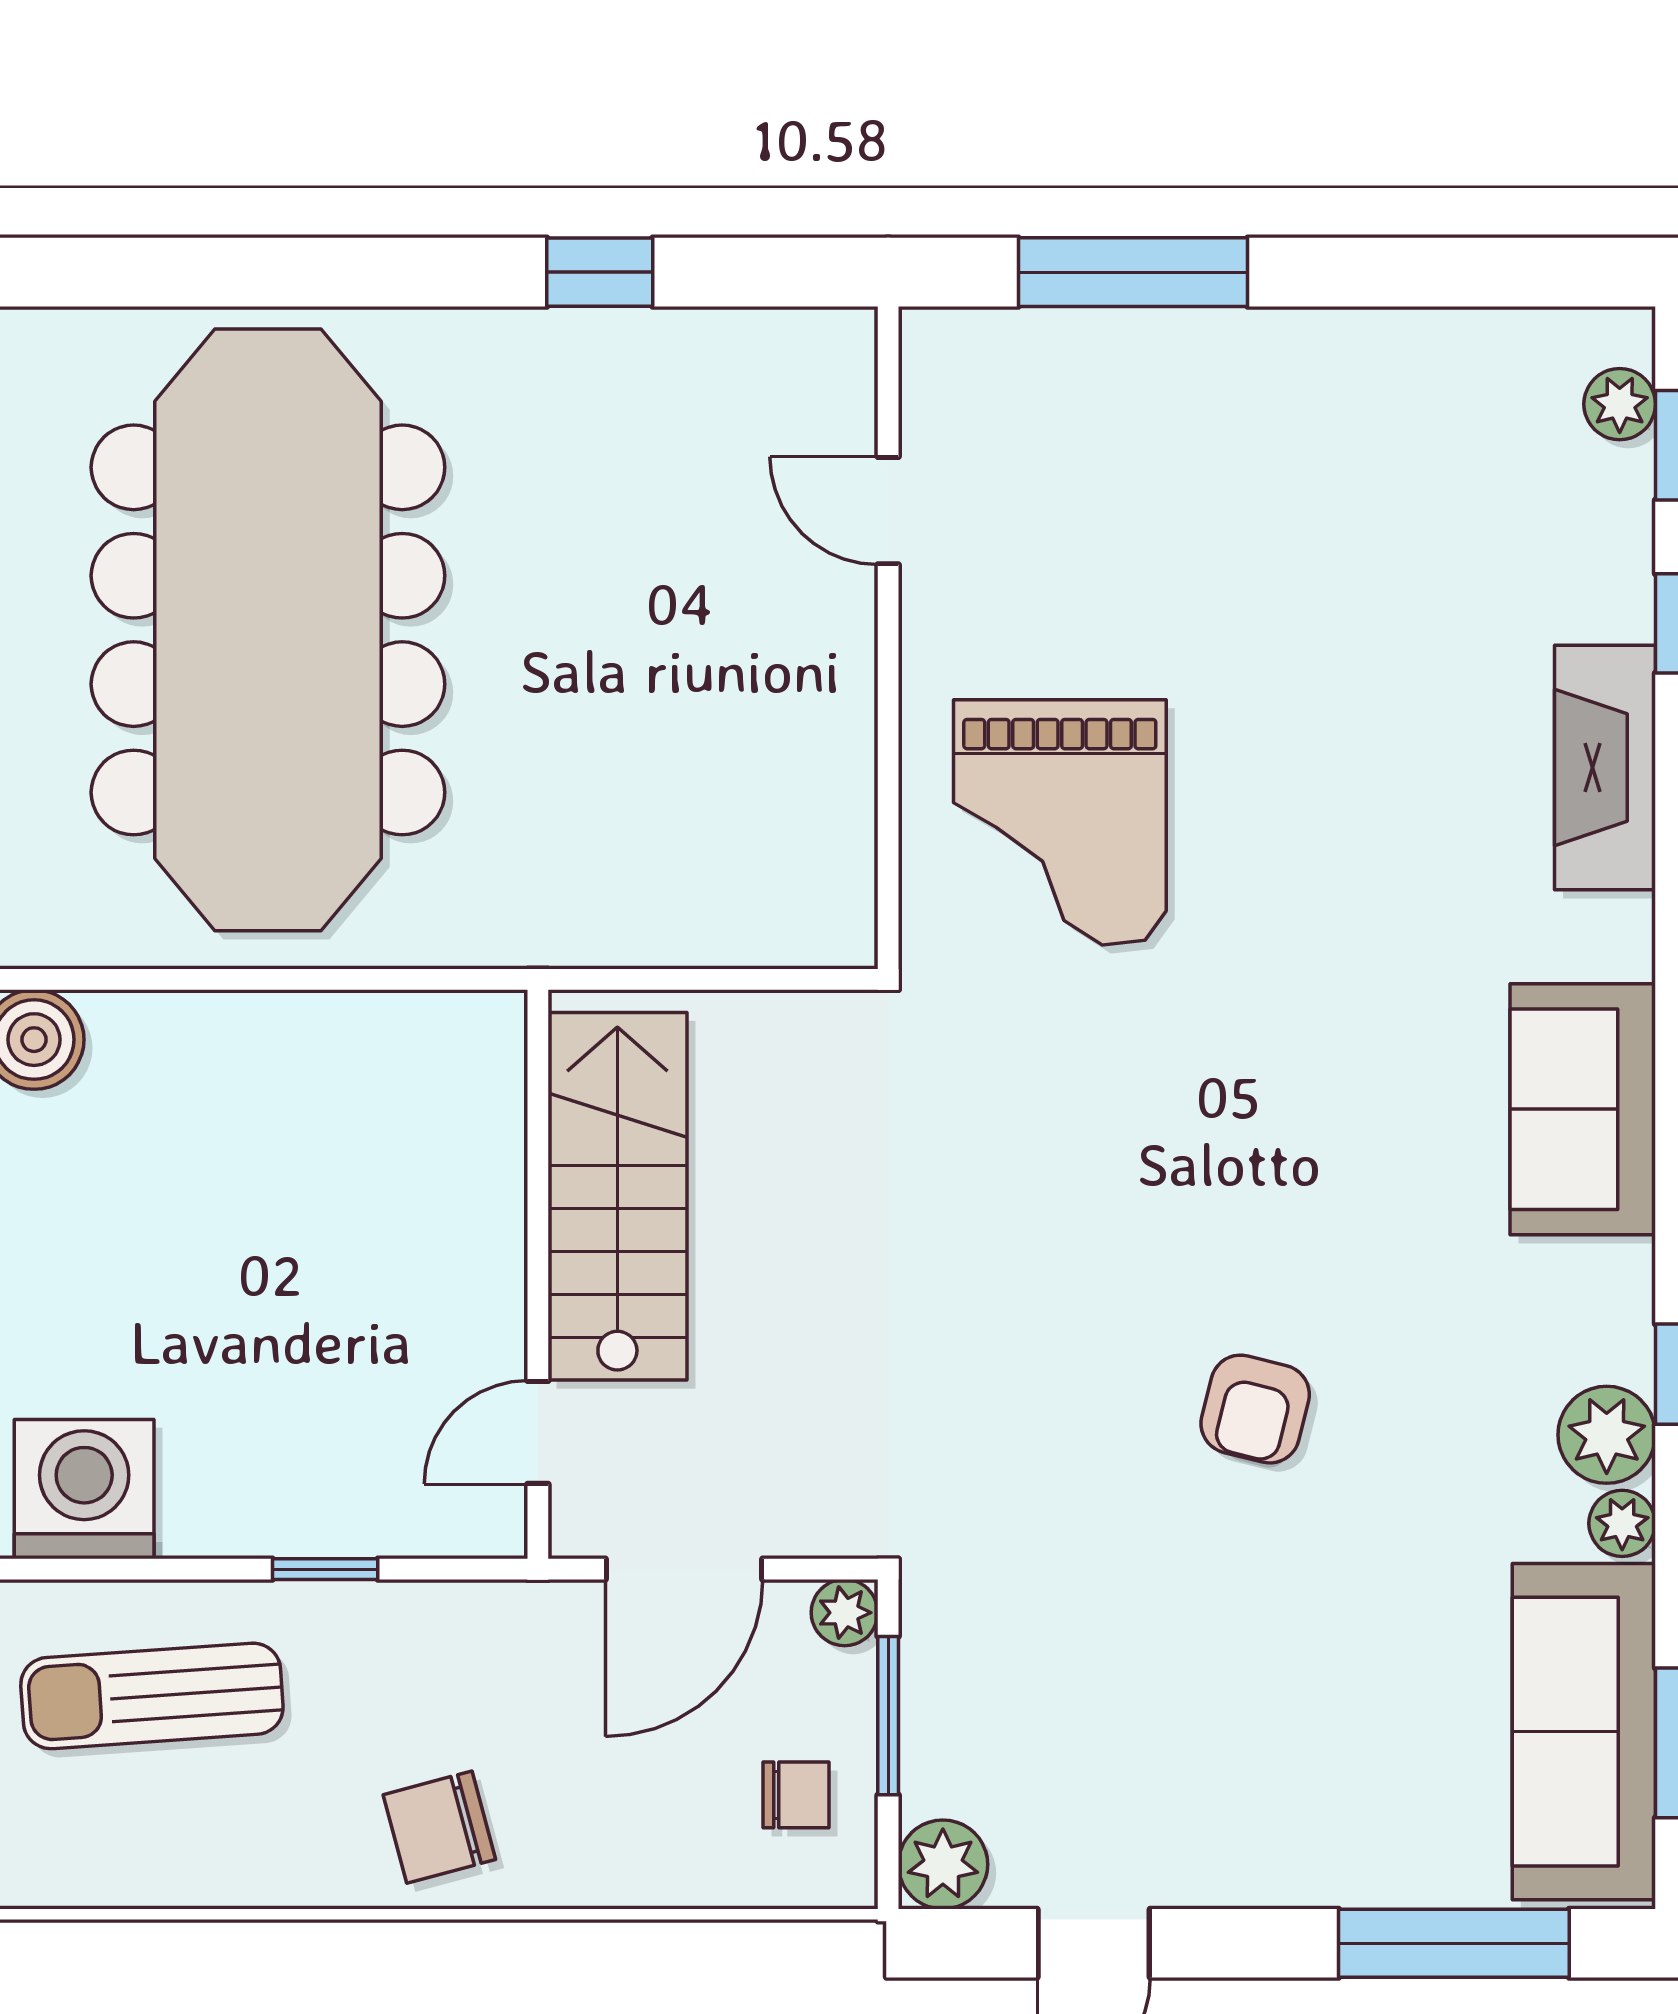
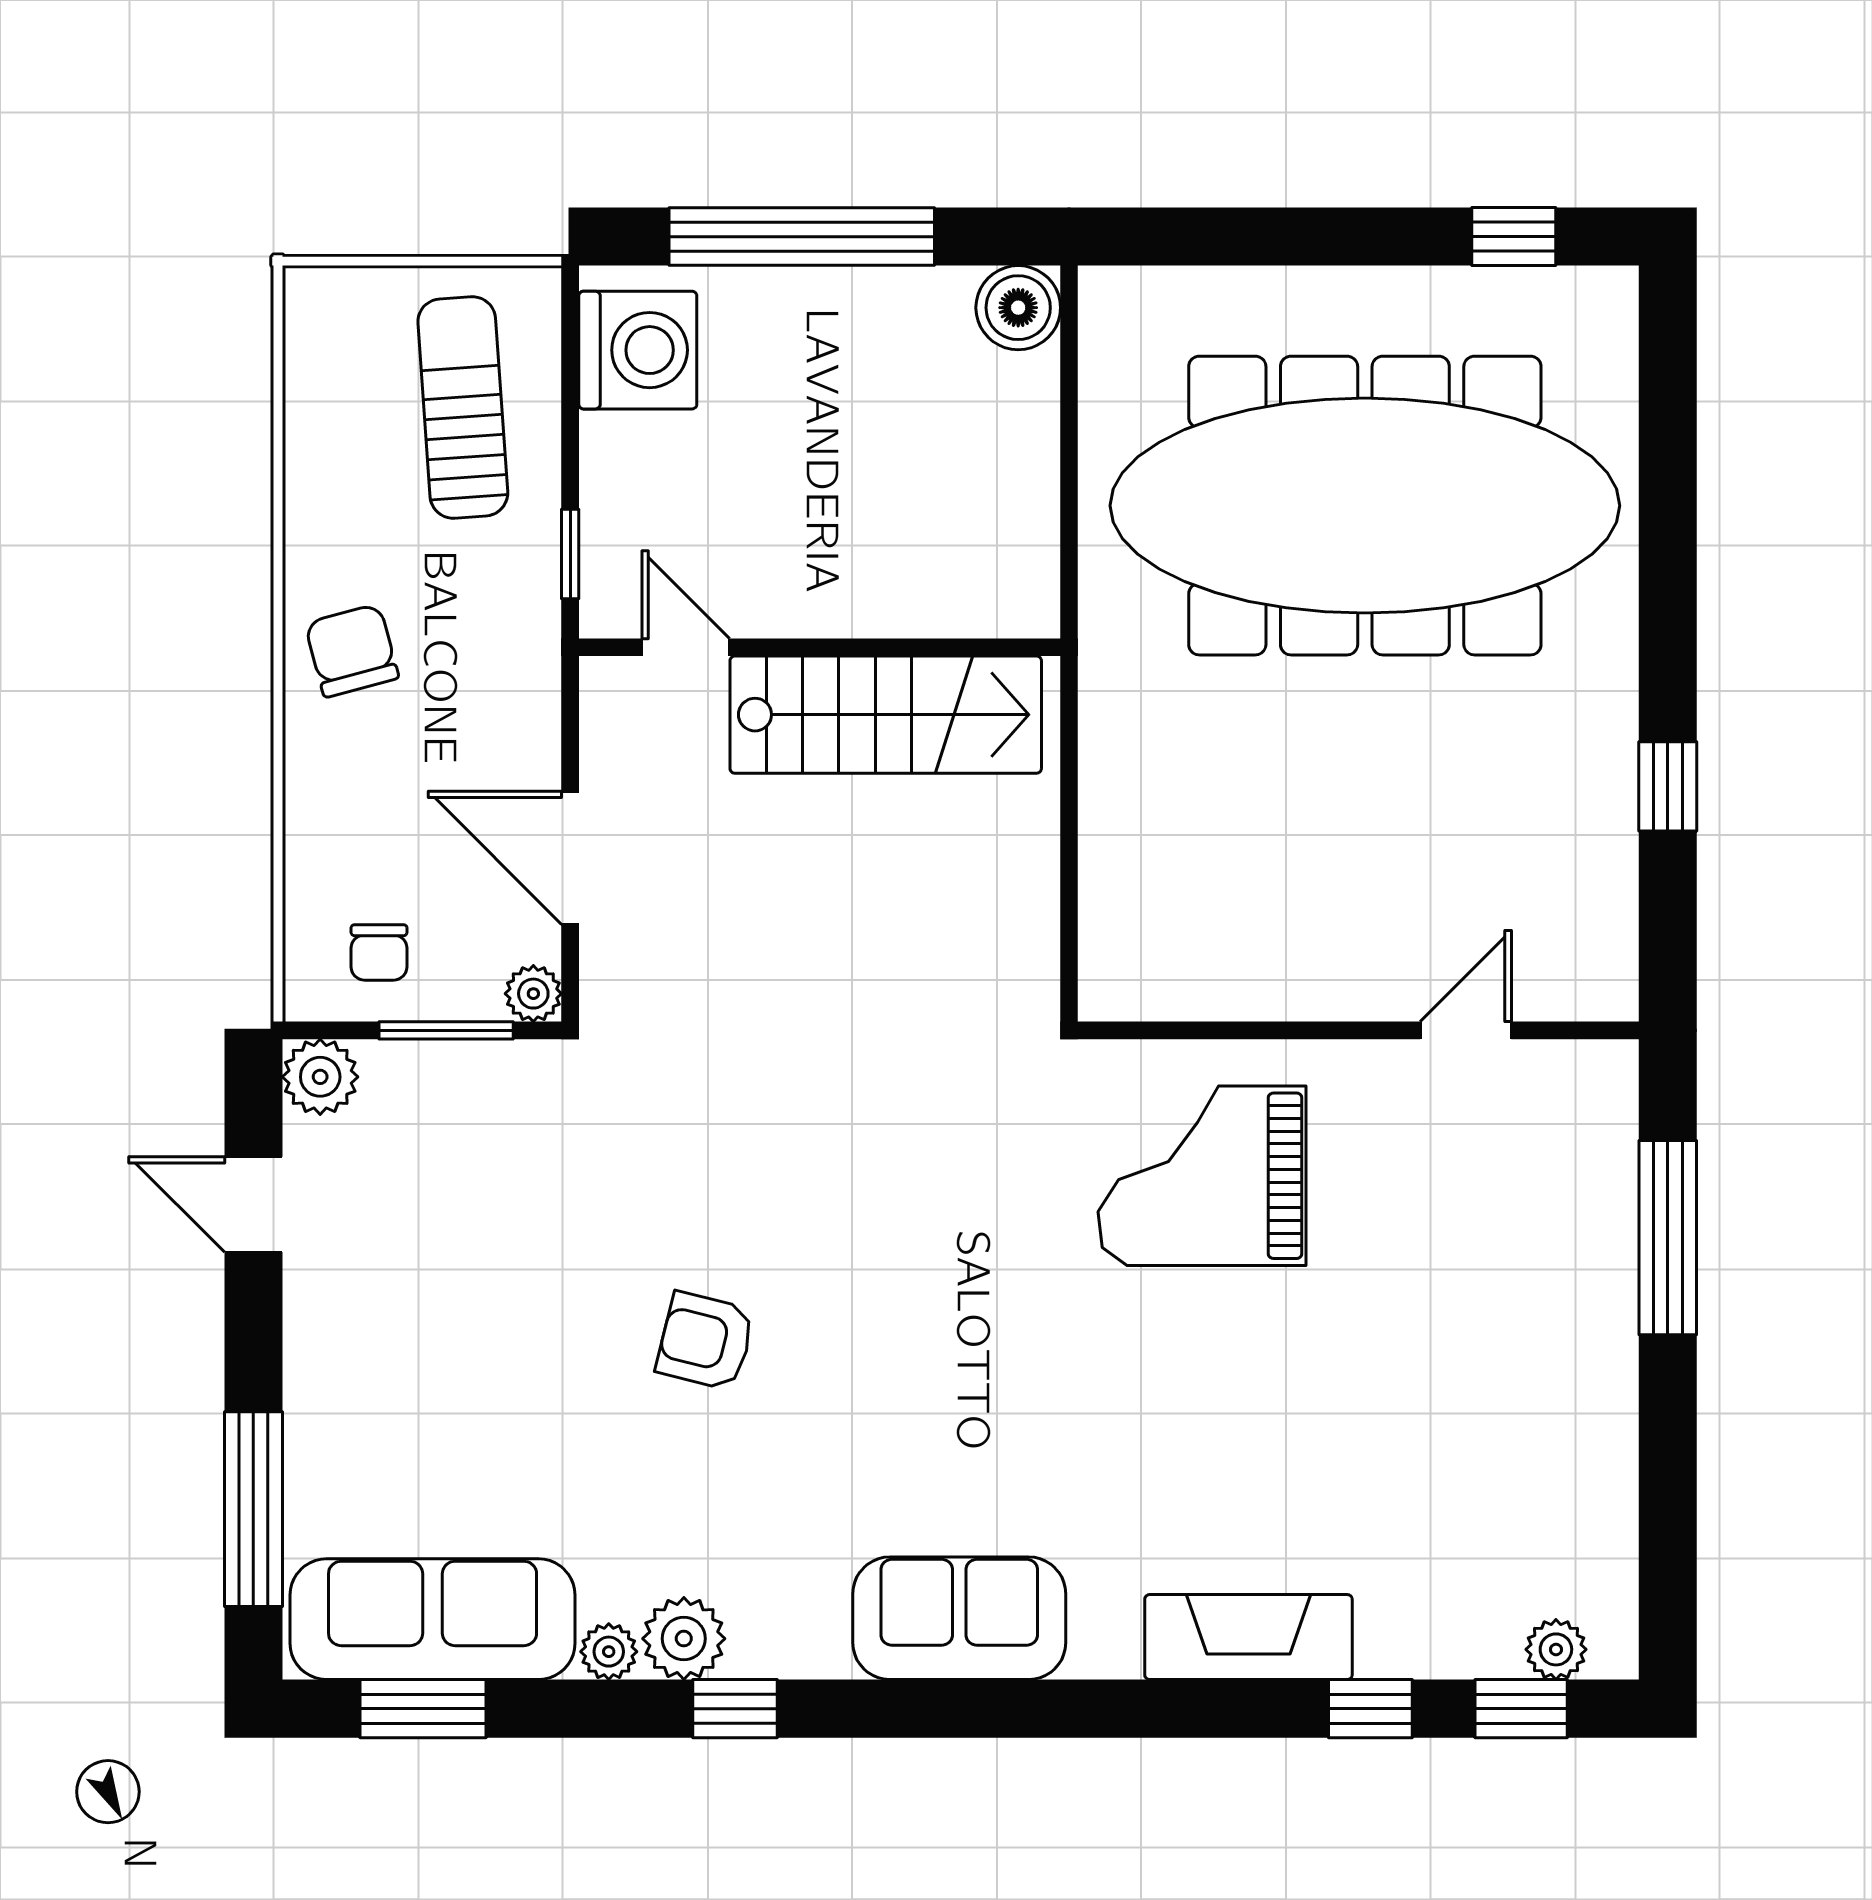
stairs: (617, 1196) -> (886, 715), moved
wall: (538, 1274) -> (820, 647), moved
door: (538, 1432) -> (686, 647), moved

